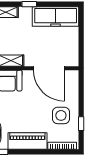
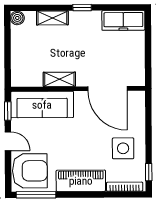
freezer: (56, 16) -> (123, 20), width x0.73, depth x0.79
window: (81, 124) -> (149, 172), moved

